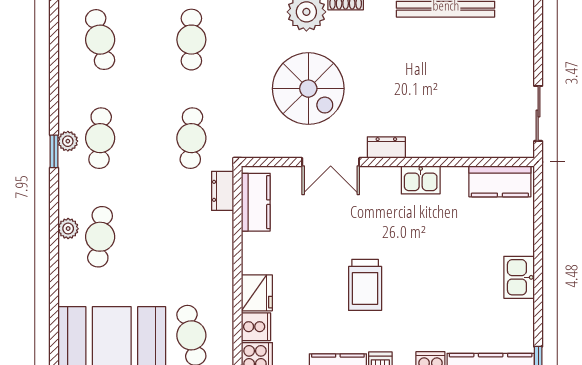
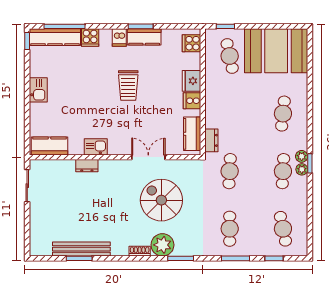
dresser: (386, 147) -> (87, 166), moved
plant: (68, 229) -> (302, 156), moved
trolley: (365, 285) -> (128, 85), turned 180
cooker: (256, 327) -> (192, 101), moved

